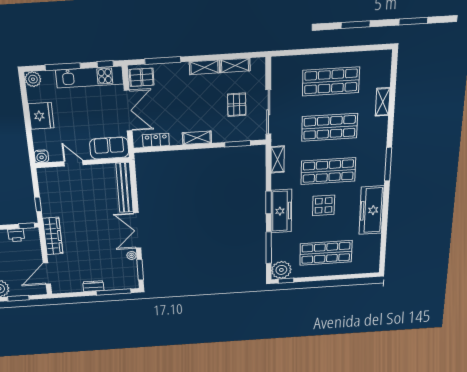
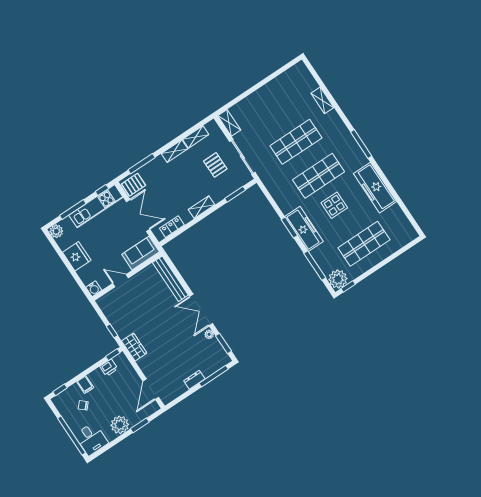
shop shelf: (331, 81) -> (273, 108), removed
shelving: (278, 159) -> (229, 123), moved
wardrobe: (53, 236) -> (134, 347), width x0.67

